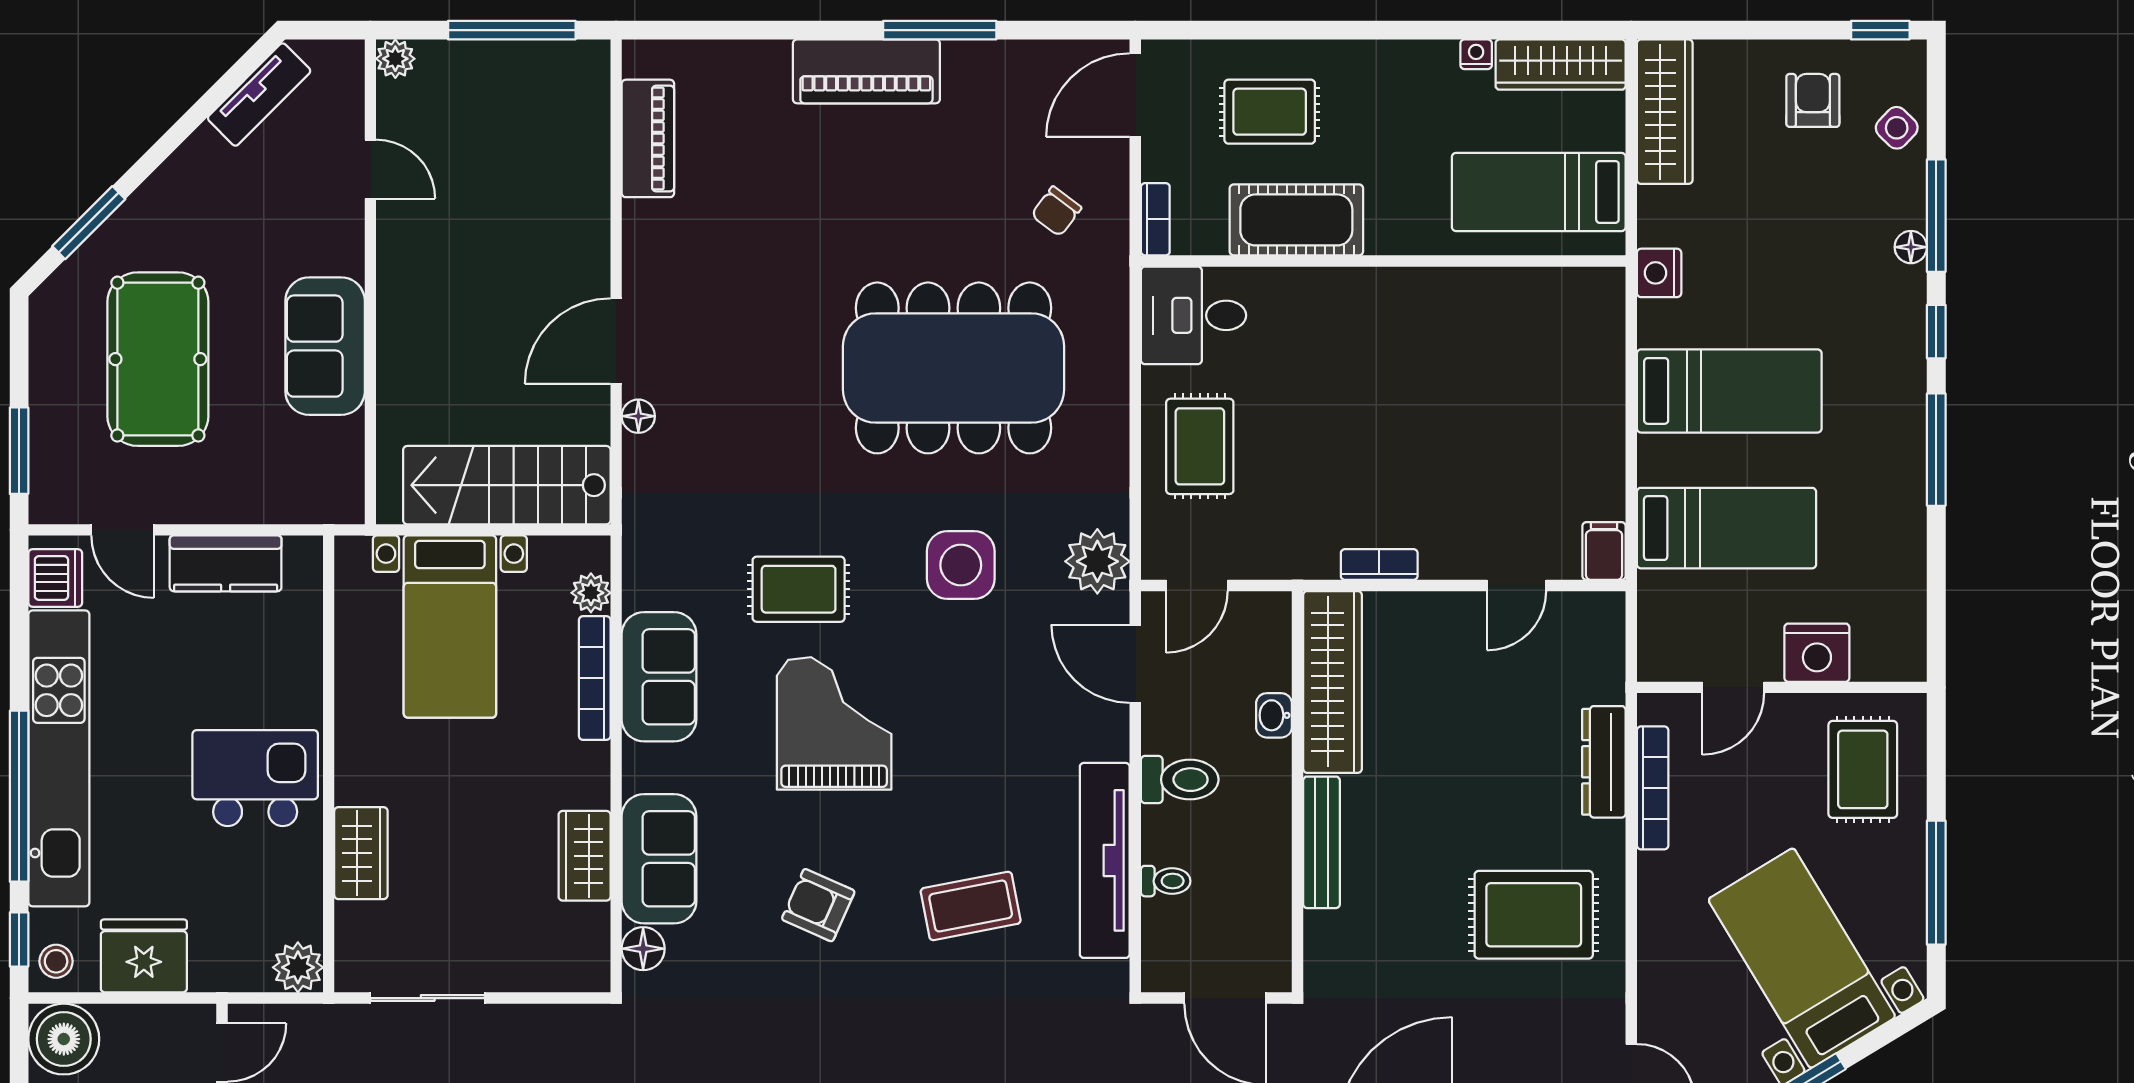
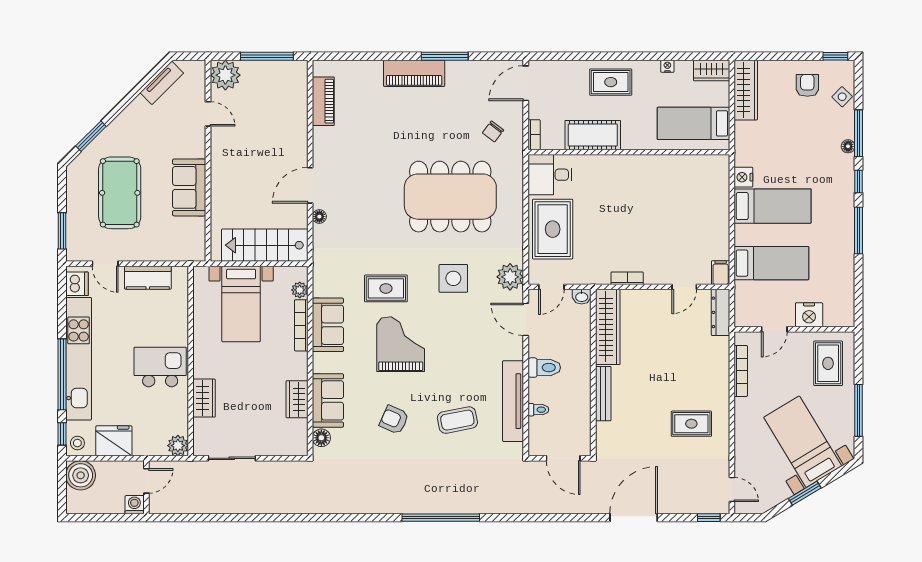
plant: (395, 59) -> (225, 75), width x1.88, depth x1.88
wardrobe: (1561, 65) -> (712, 70), width x0.67
rug: (1270, 112) -> (611, 82), moved
nightstand: (1659, 273) -> (743, 177), moved
rug: (1200, 446) -> (553, 229), width x1.36, depth x1.43
washbasin: (1274, 715) -> (582, 297), moved, turned -90
dresser: (1604, 762) -> (720, 312), moved
rug: (1534, 915) -> (691, 424), width x0.73, depth x0.70

